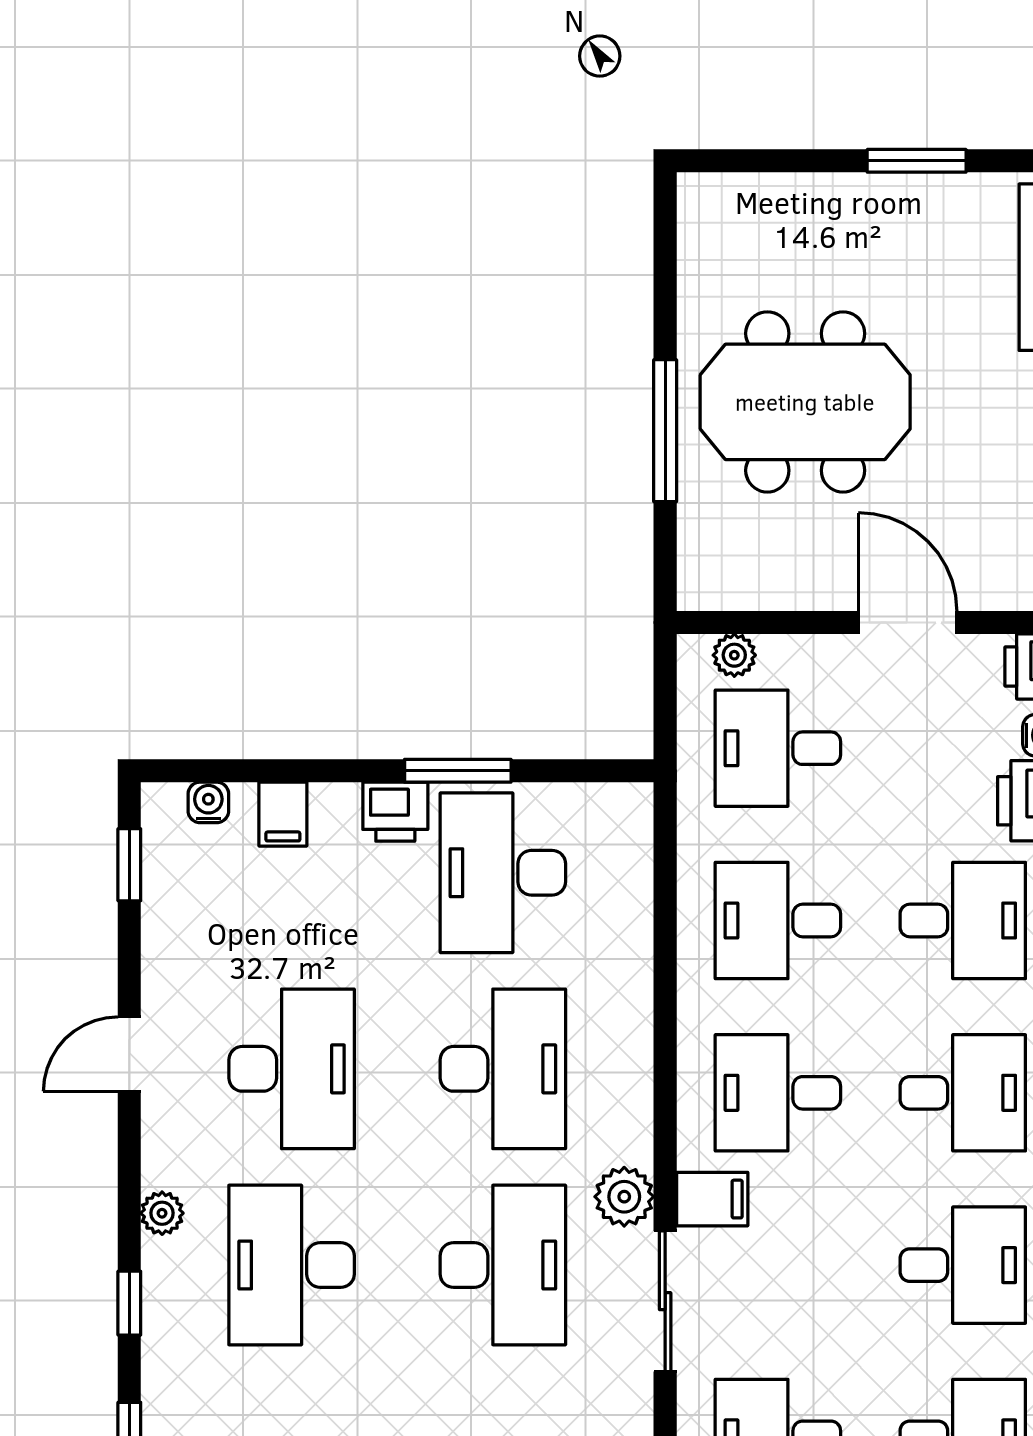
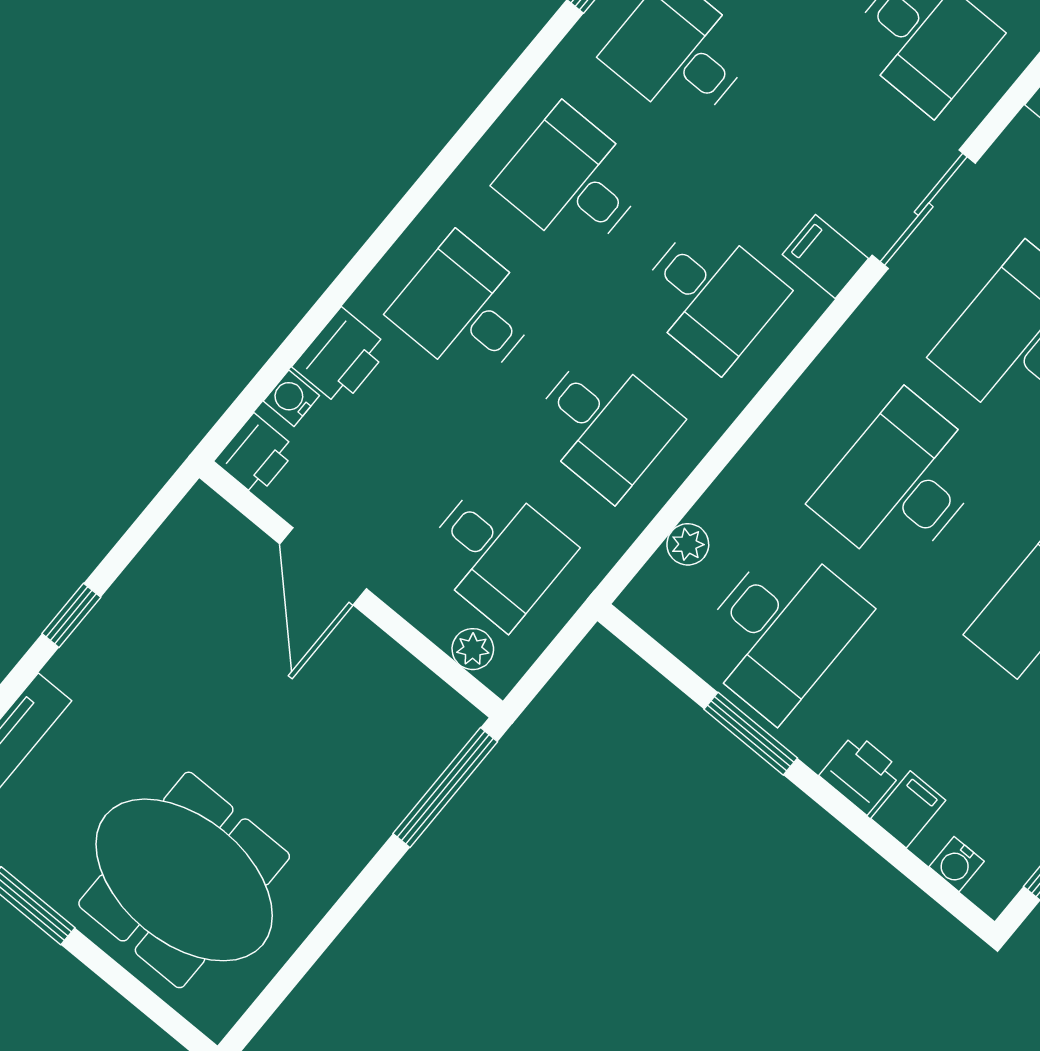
meeting table: (805, 402) -> (184, 880), moved
window: (665, 431) -> (445, 788), moved
printer: (395, 812) -> (861, 773), moved
plant: (624, 1197) -> (688, 544), moved, width x0.73, depth x0.73

